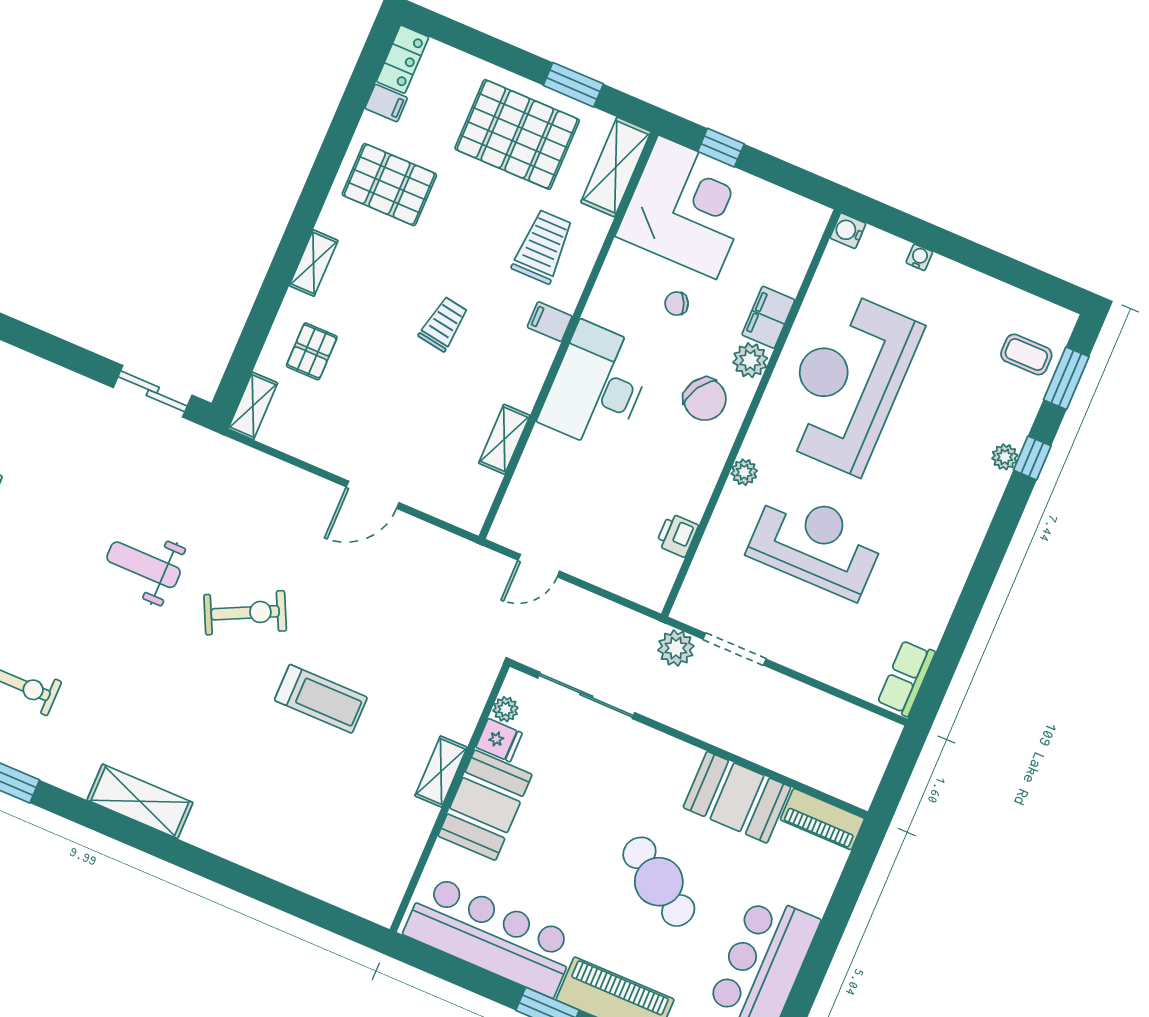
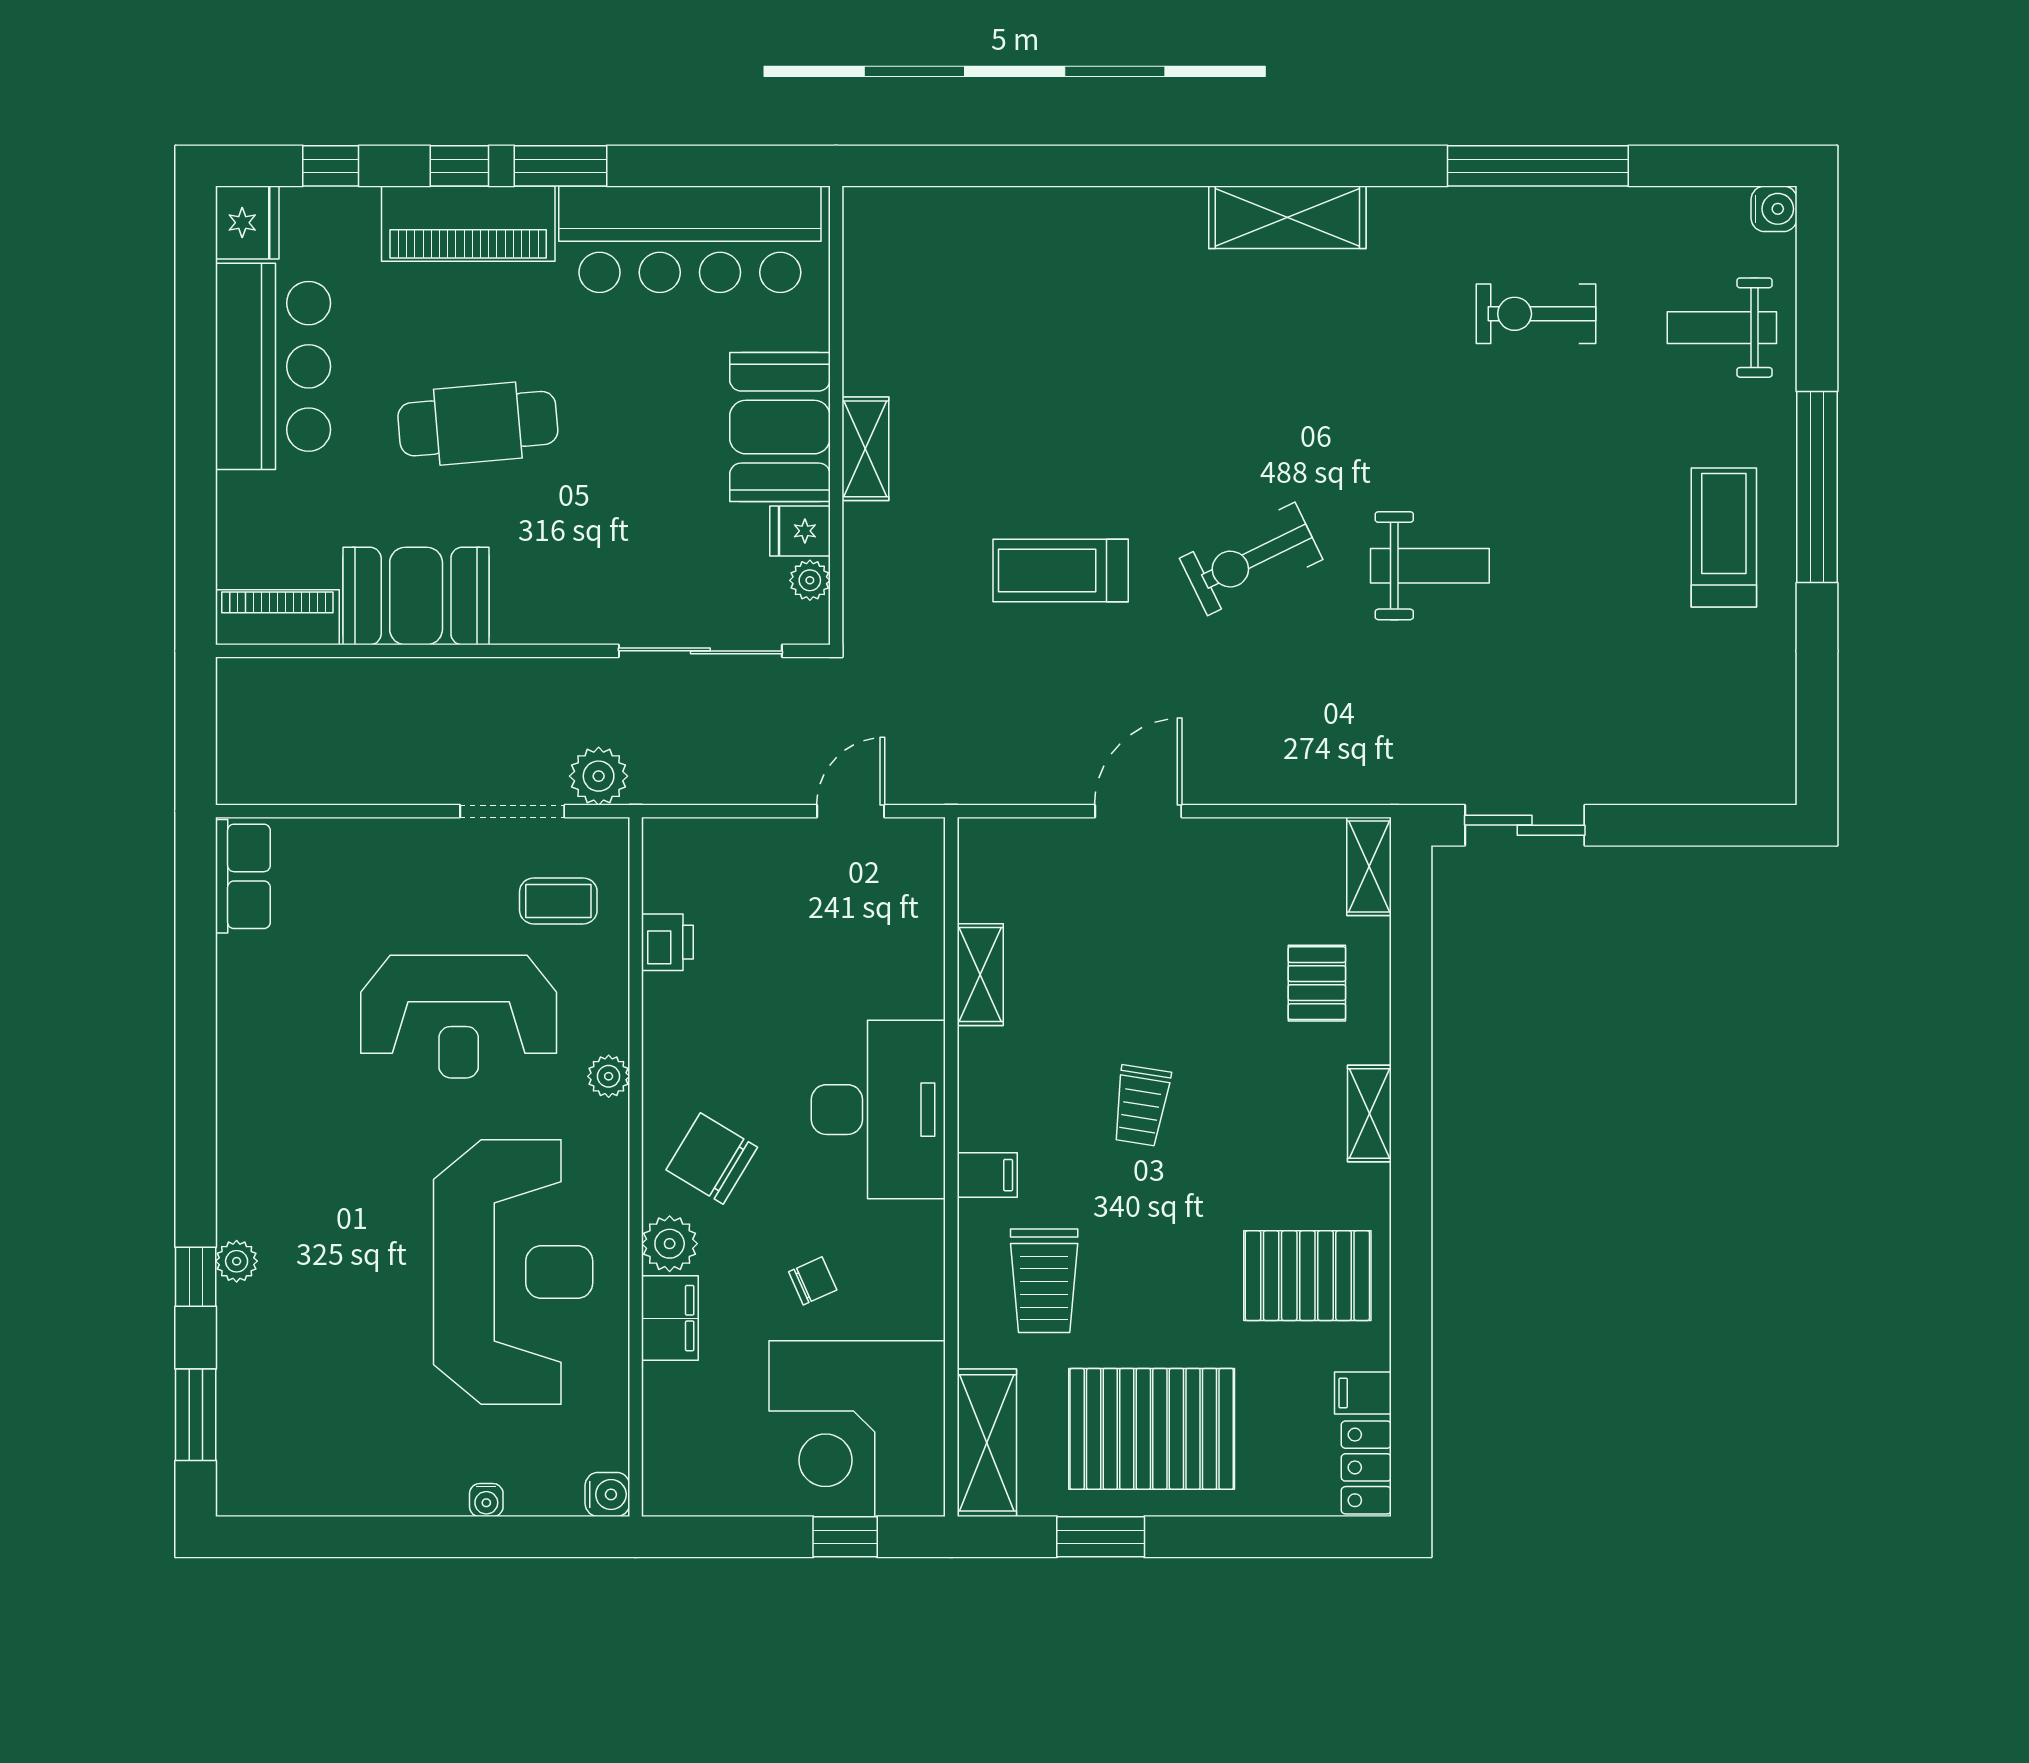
coffee table: (1026, 355) -> (558, 901), moved
treadmill: (321, 699) -> (1061, 570), moved
cafe table: (659, 882) -> (478, 424), turned -38

